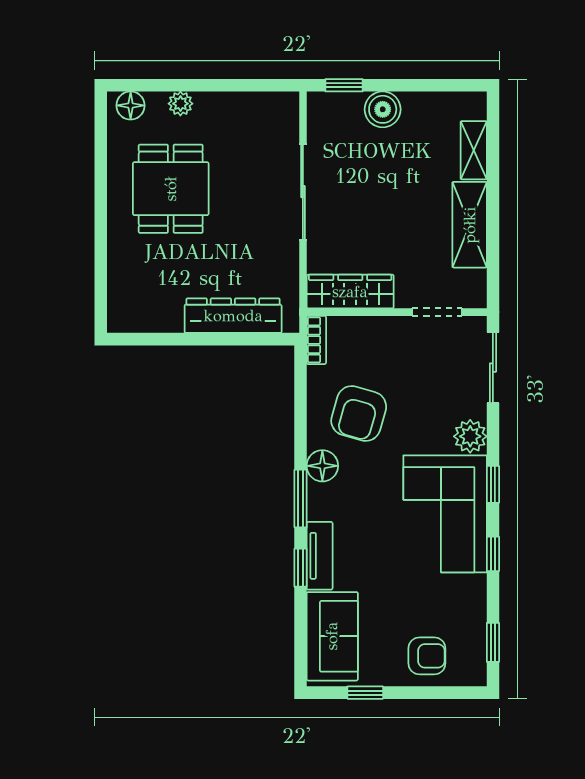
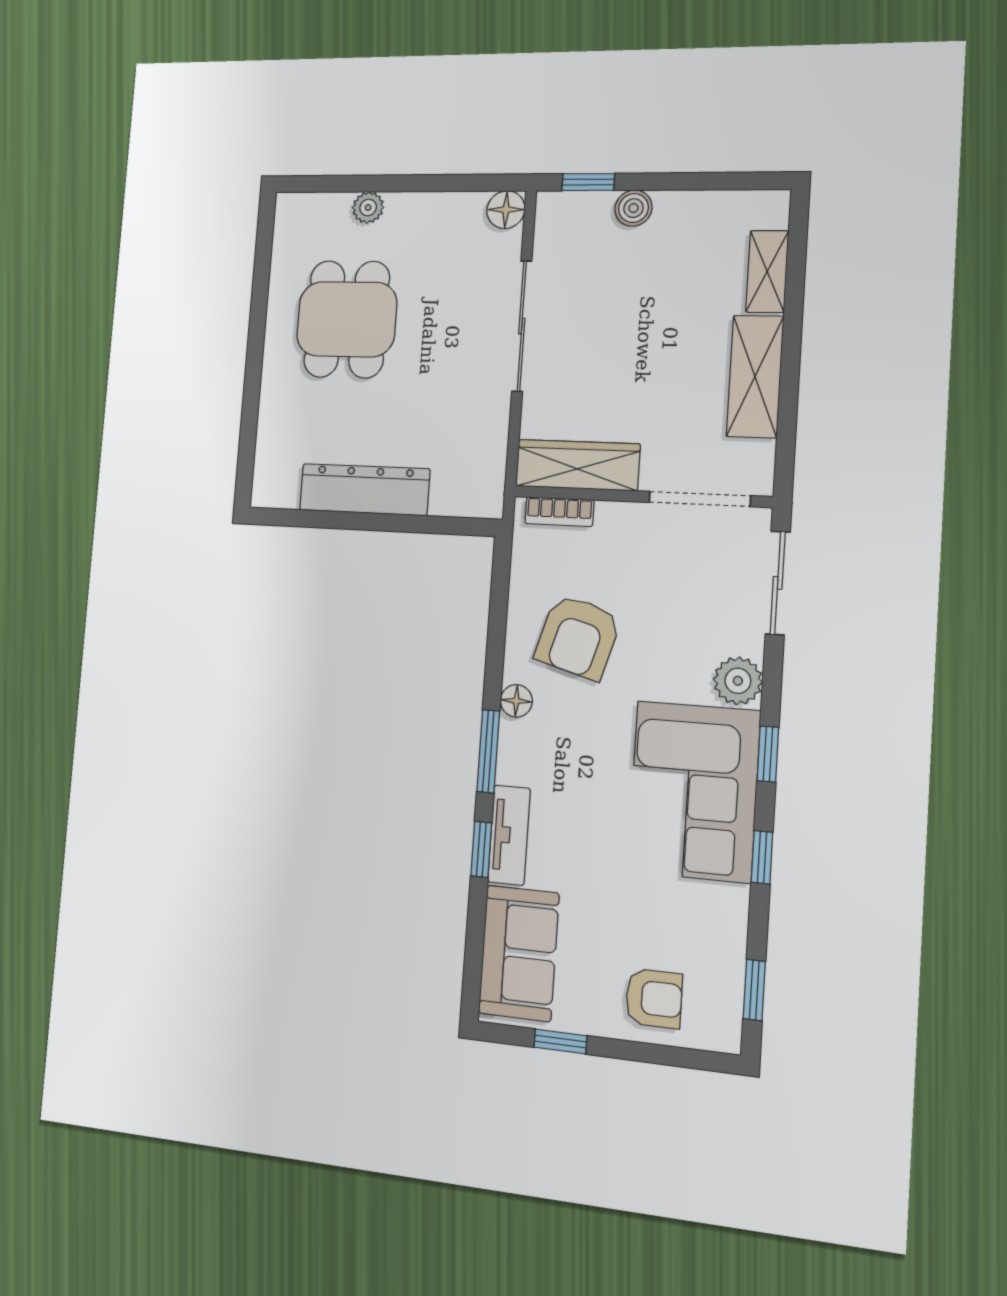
floor lamp: (131, 105) -> (506, 210), moved
boiler: (383, 109) -> (633, 208), width x0.73, depth x0.73
doorway: (437, 312) -> (700, 499), width x1.38
dresser: (233, 316) -> (364, 489), moved
bookcase: (316, 340) -> (559, 512), moved, turned 90
floor lamp: (322, 466) -> (516, 701), width x0.73, depth x0.73

